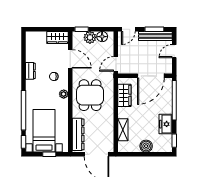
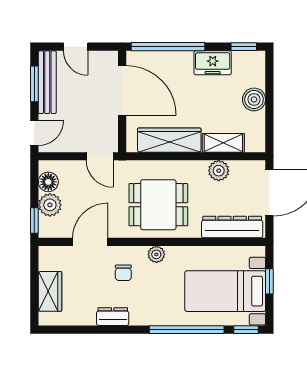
door: (128, 29) -> (34, 133), hinge flipped
wardrobe: (57, 37) -> (50, 291), moved
wardrobe: (124, 95) -> (169, 140), width x1.50
plant: (108, 127) -> (219, 171), added

